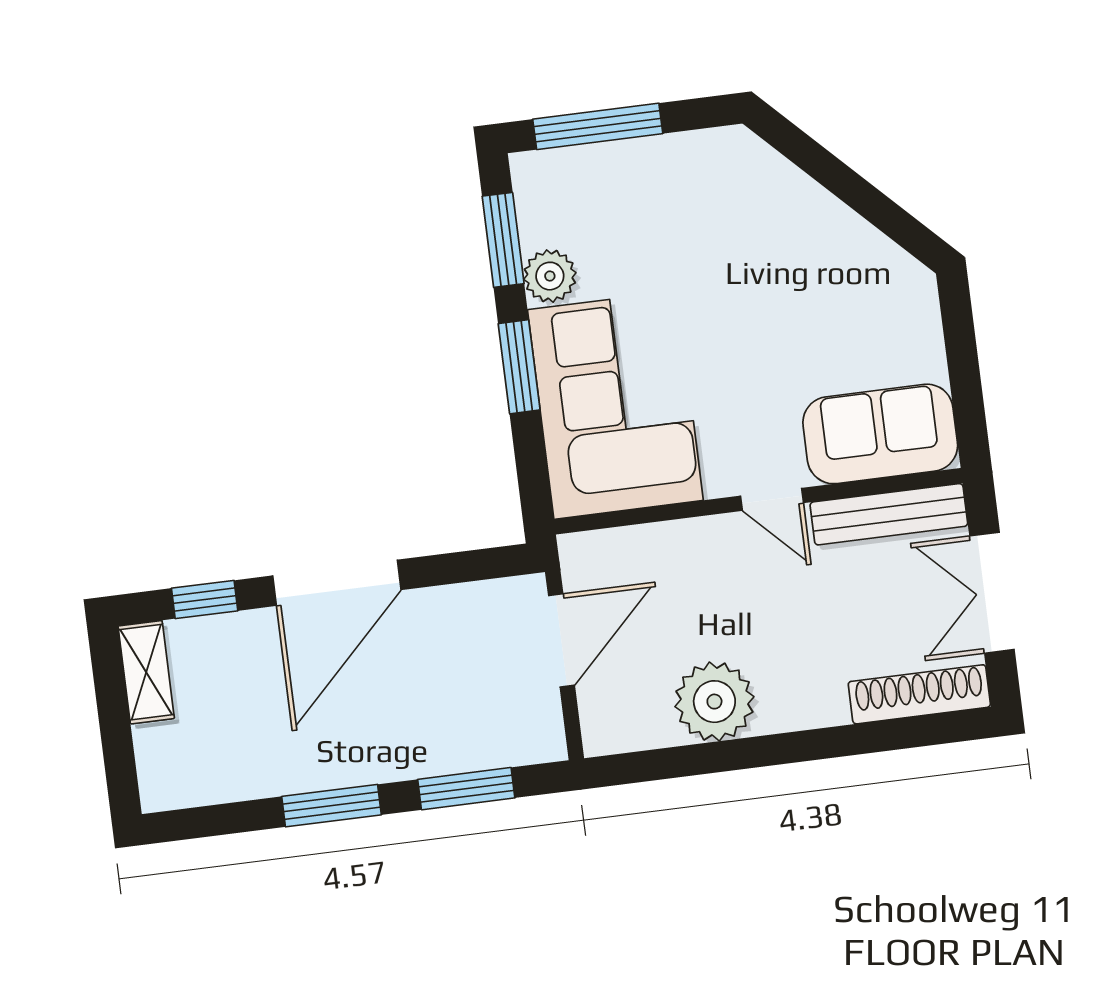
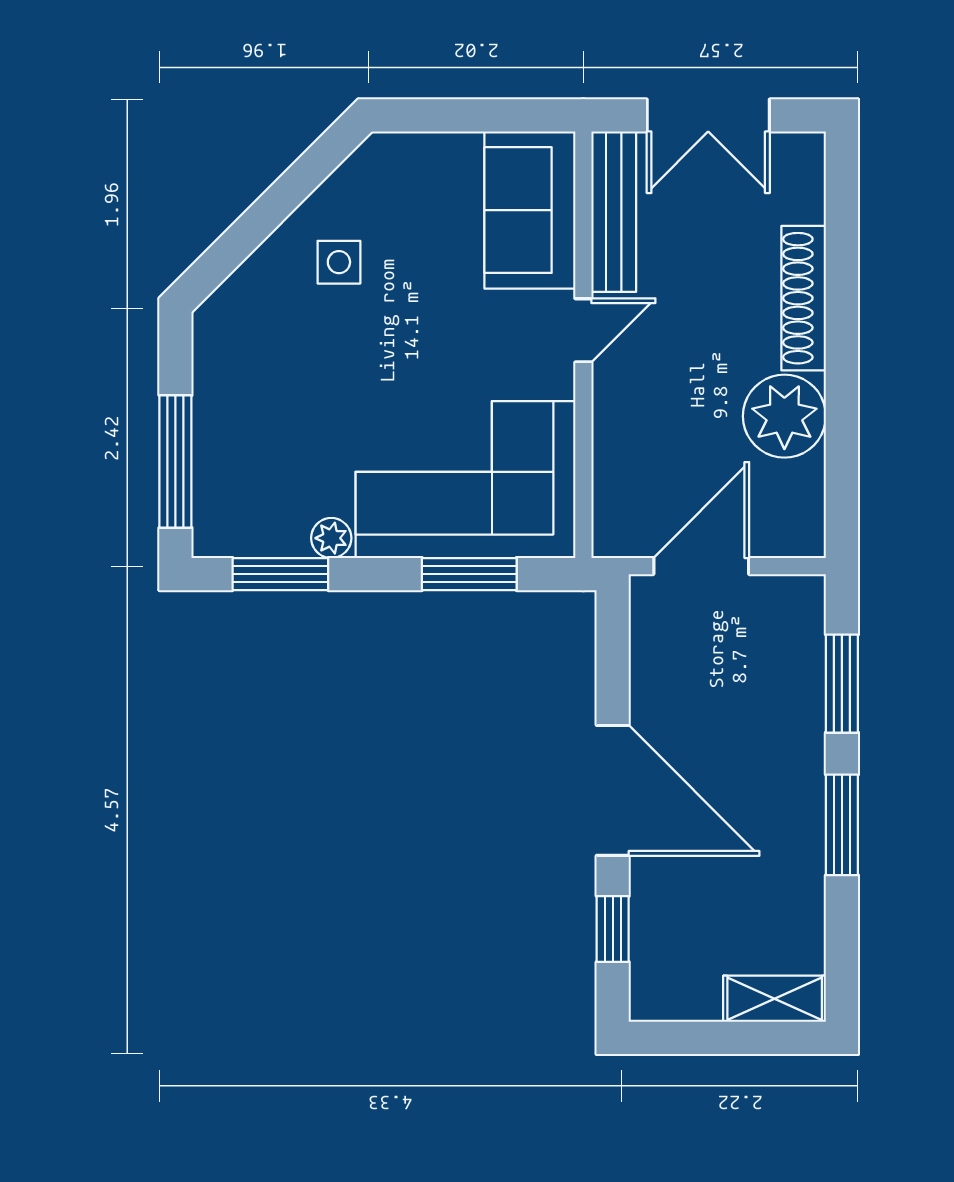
side table: (808, 258) -> (339, 262), added
plant: (550, 276) -> (331, 538), width x0.73, depth x0.73
window: (519, 367) -> (469, 574), moved
door: (561, 640) -> (701, 566), hinge flipped
shelving: (146, 672) -> (775, 999), moved
shoe rack: (919, 694) -> (804, 298), moved

